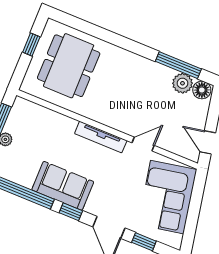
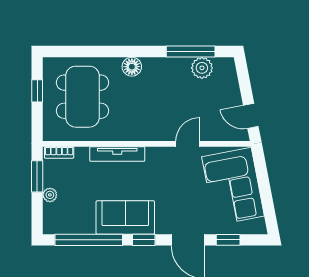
floor lamp: (202, 90) -> (132, 67), moved
bookcase: (28, 106) -> (59, 152), added
tv unit: (101, 137) -> (117, 154), moved

